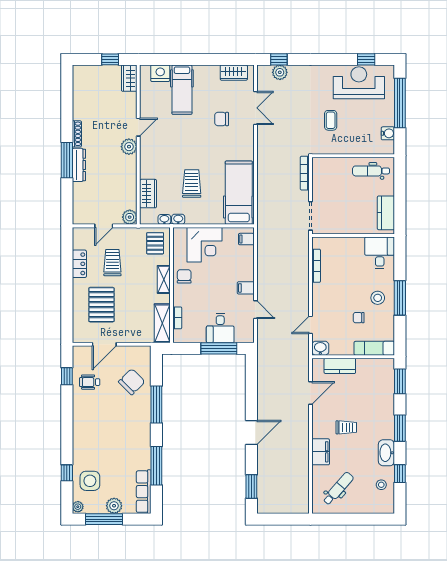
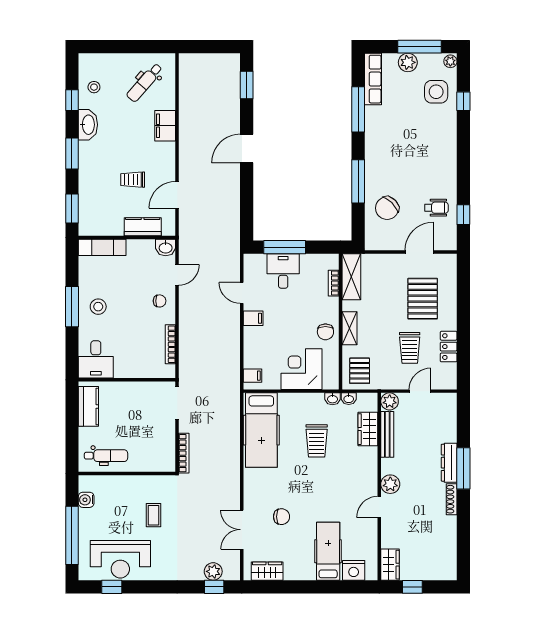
bench: (132, 189) -> (387, 434), added
chair: (359, 318) -> (160, 301), moved
trolley: (346, 427) -> (133, 180), moved

